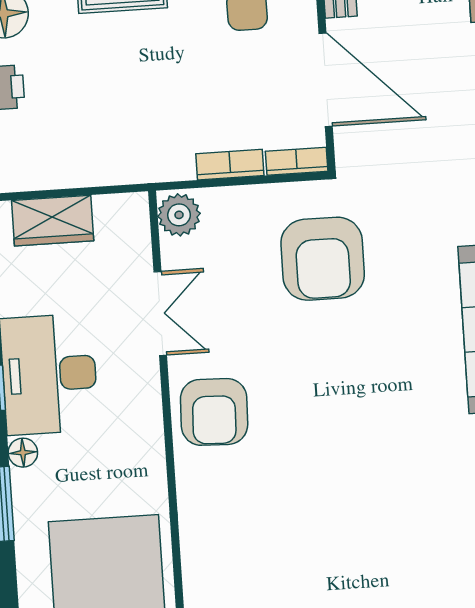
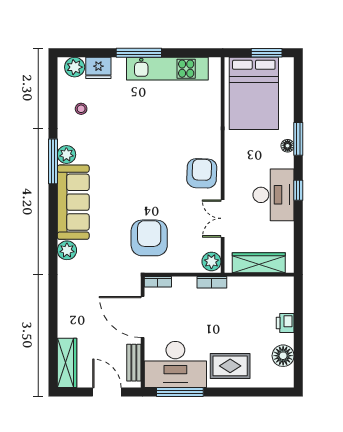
bookcase: (230, 165) -> (212, 282), moved
wardrobe: (53, 221) -> (259, 263), width x1.50
floor lamp: (23, 453) -> (288, 146), moved

